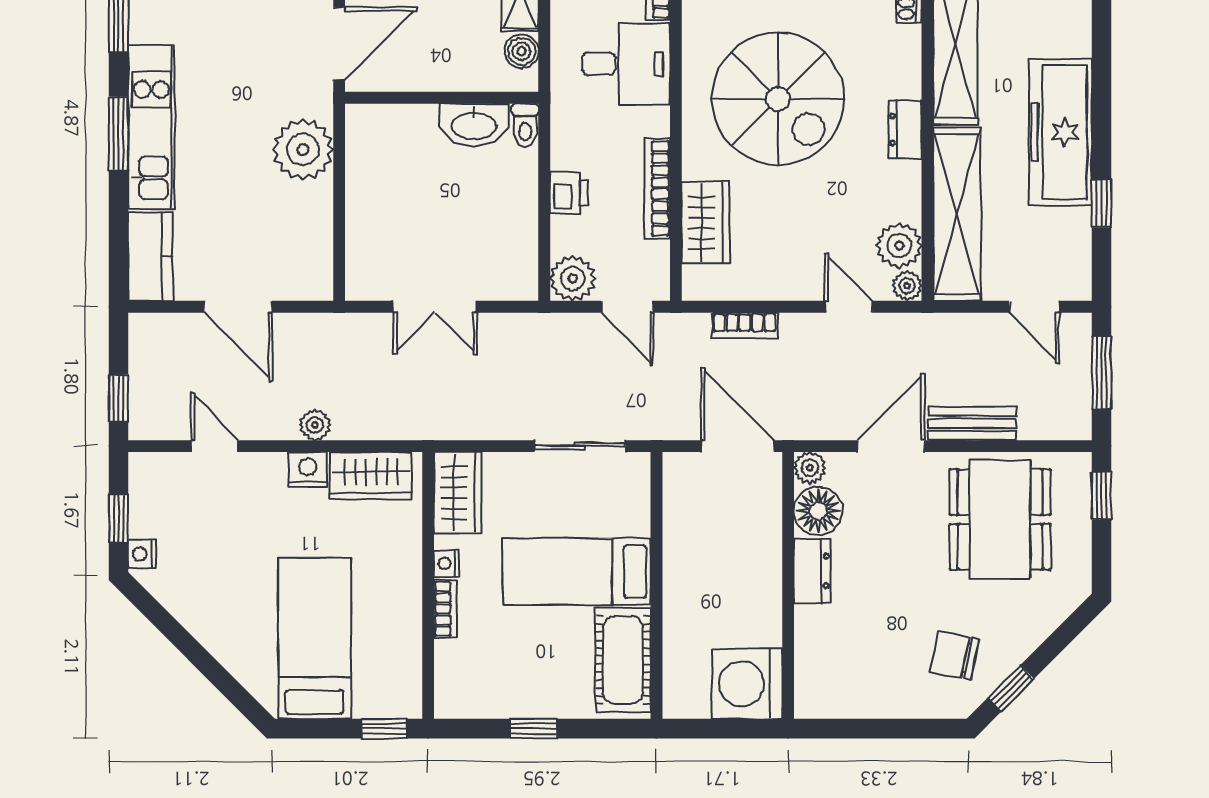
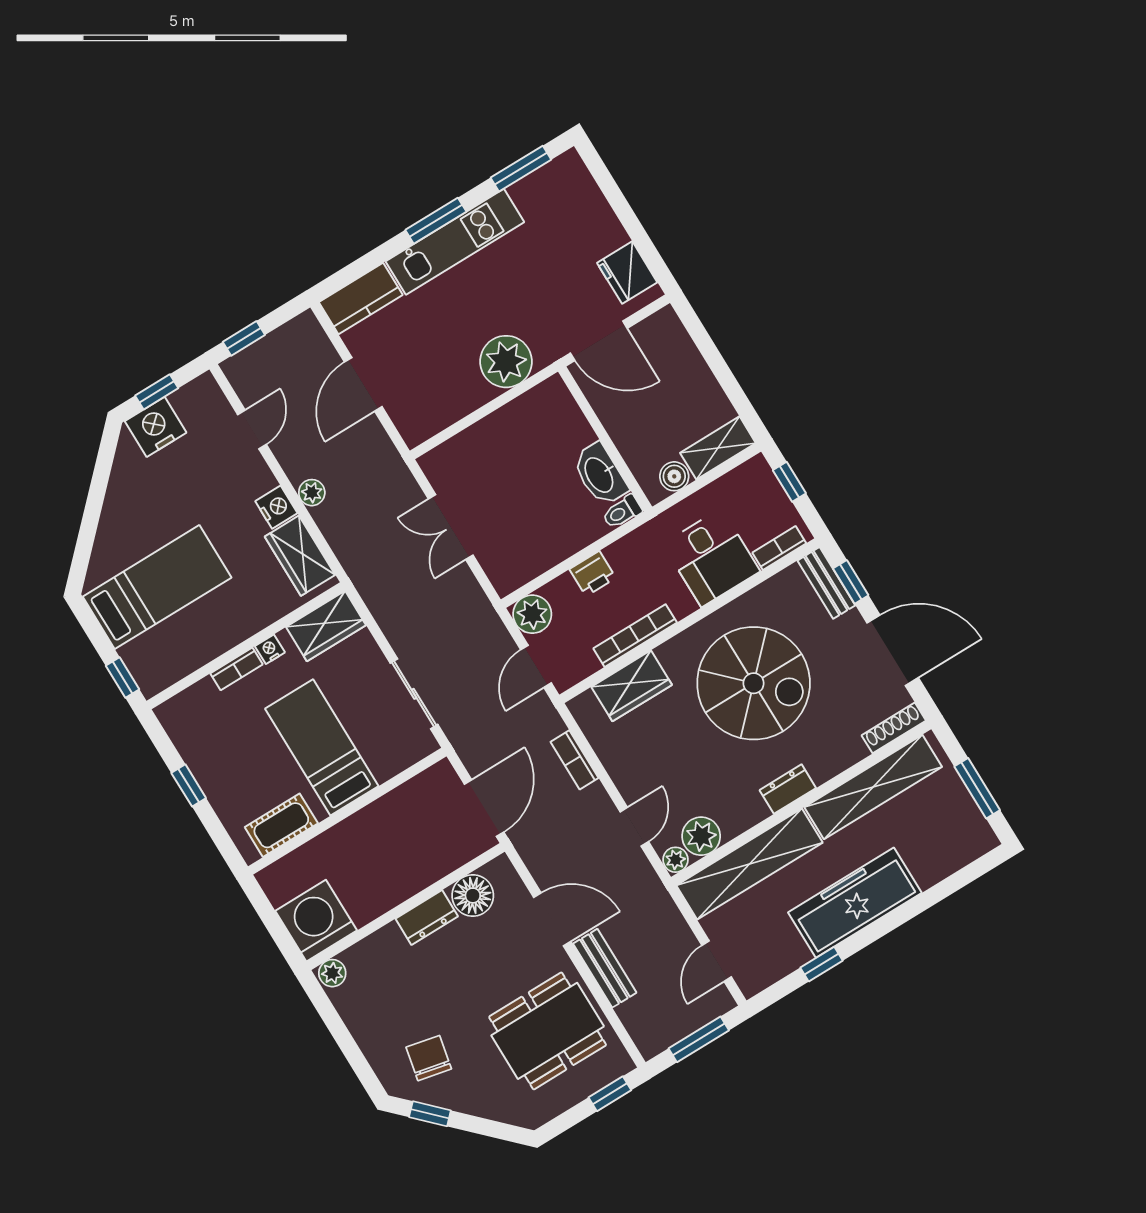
spiral stairs: (778, 99) -> (754, 683), turned -90
plant: (810, 468) -> (332, 973), moved
nightstand: (142, 554) -> (156, 427), width x1.89, depth x1.79
cot: (623, 660) -> (281, 825), width x0.73, depth x0.75

